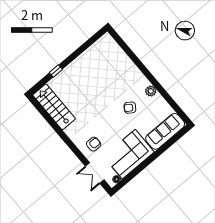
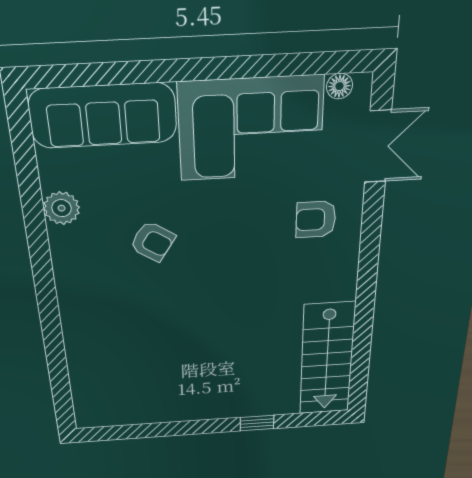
plant: (151, 91) -> (62, 208), moved

